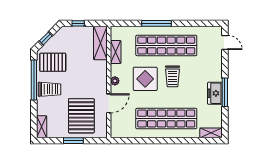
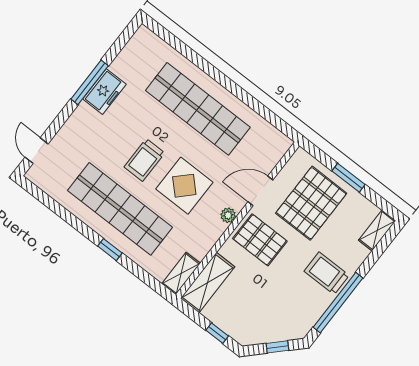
window: (156, 23) -> (110, 250), width x0.46
shelving: (116, 52) -> (181, 274), moved
pallet: (53, 62) -> (260, 240), moved
trolley: (173, 76) -> (144, 160), turned 180
shelving: (211, 133) -> (152, 42), removed

